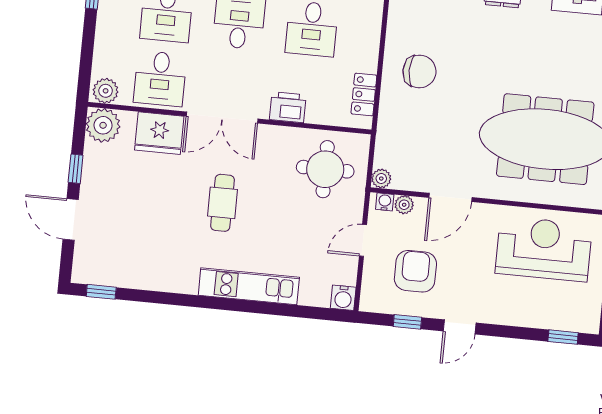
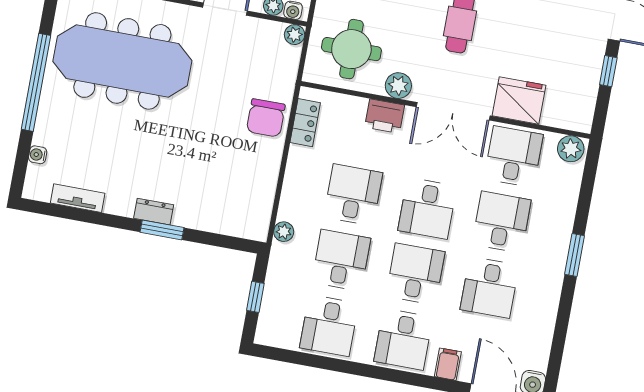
chair: (419, 72) -> (266, 118), moved, turned -90
double door: (222, 117) -> (453, 111), swing flipped
plant: (103, 125) -> (398, 86), moved, width x0.73, depth x0.73

